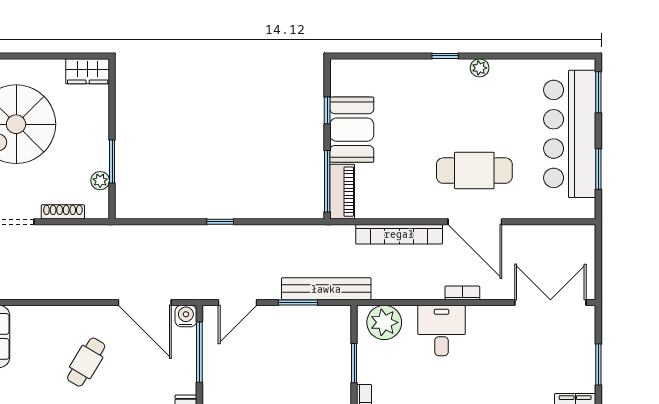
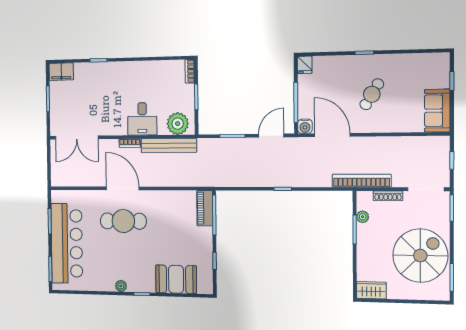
booth: (352, 130) -> (176, 279), moved, turned 90
bookcase: (399, 234) -> (362, 181), moved
bench: (326, 289) -> (169, 145), moved

